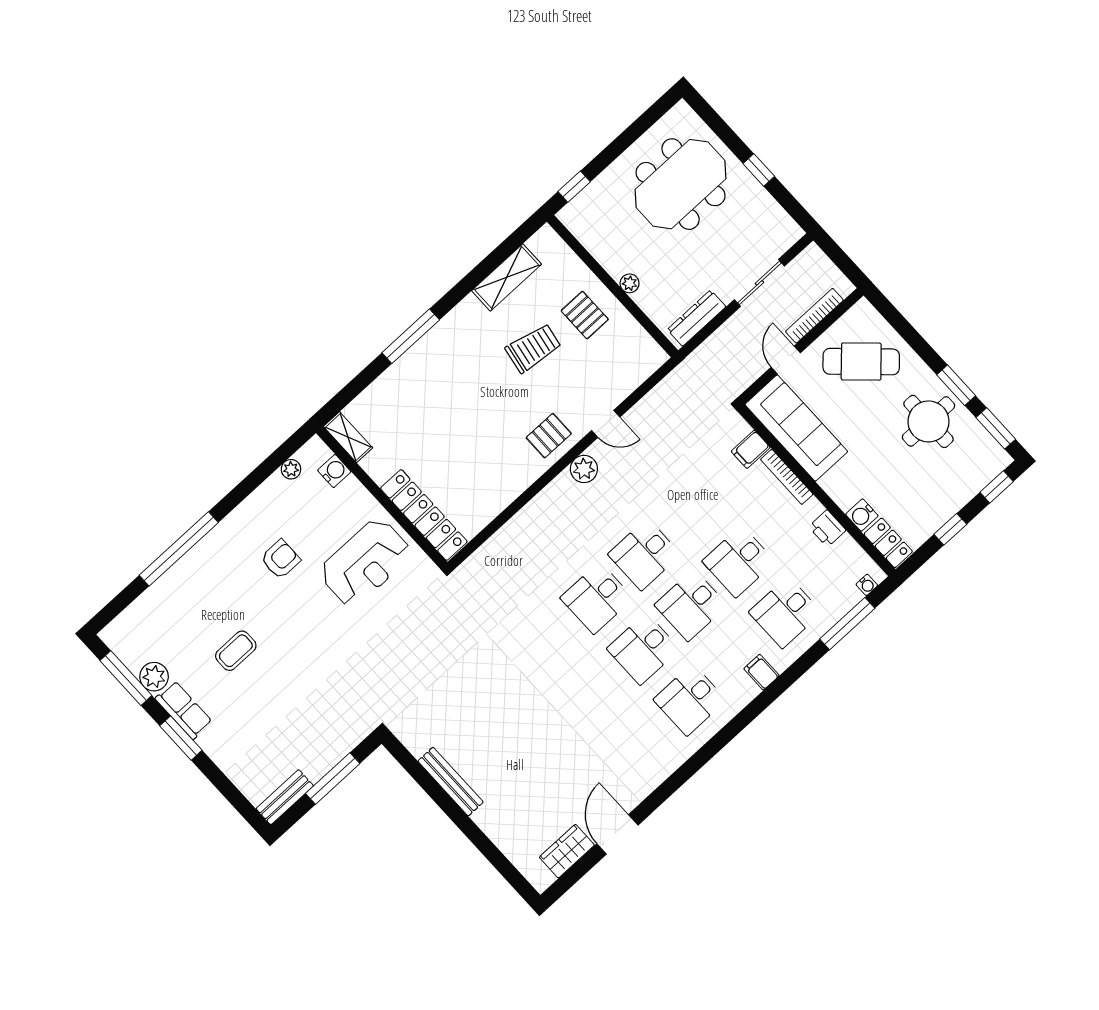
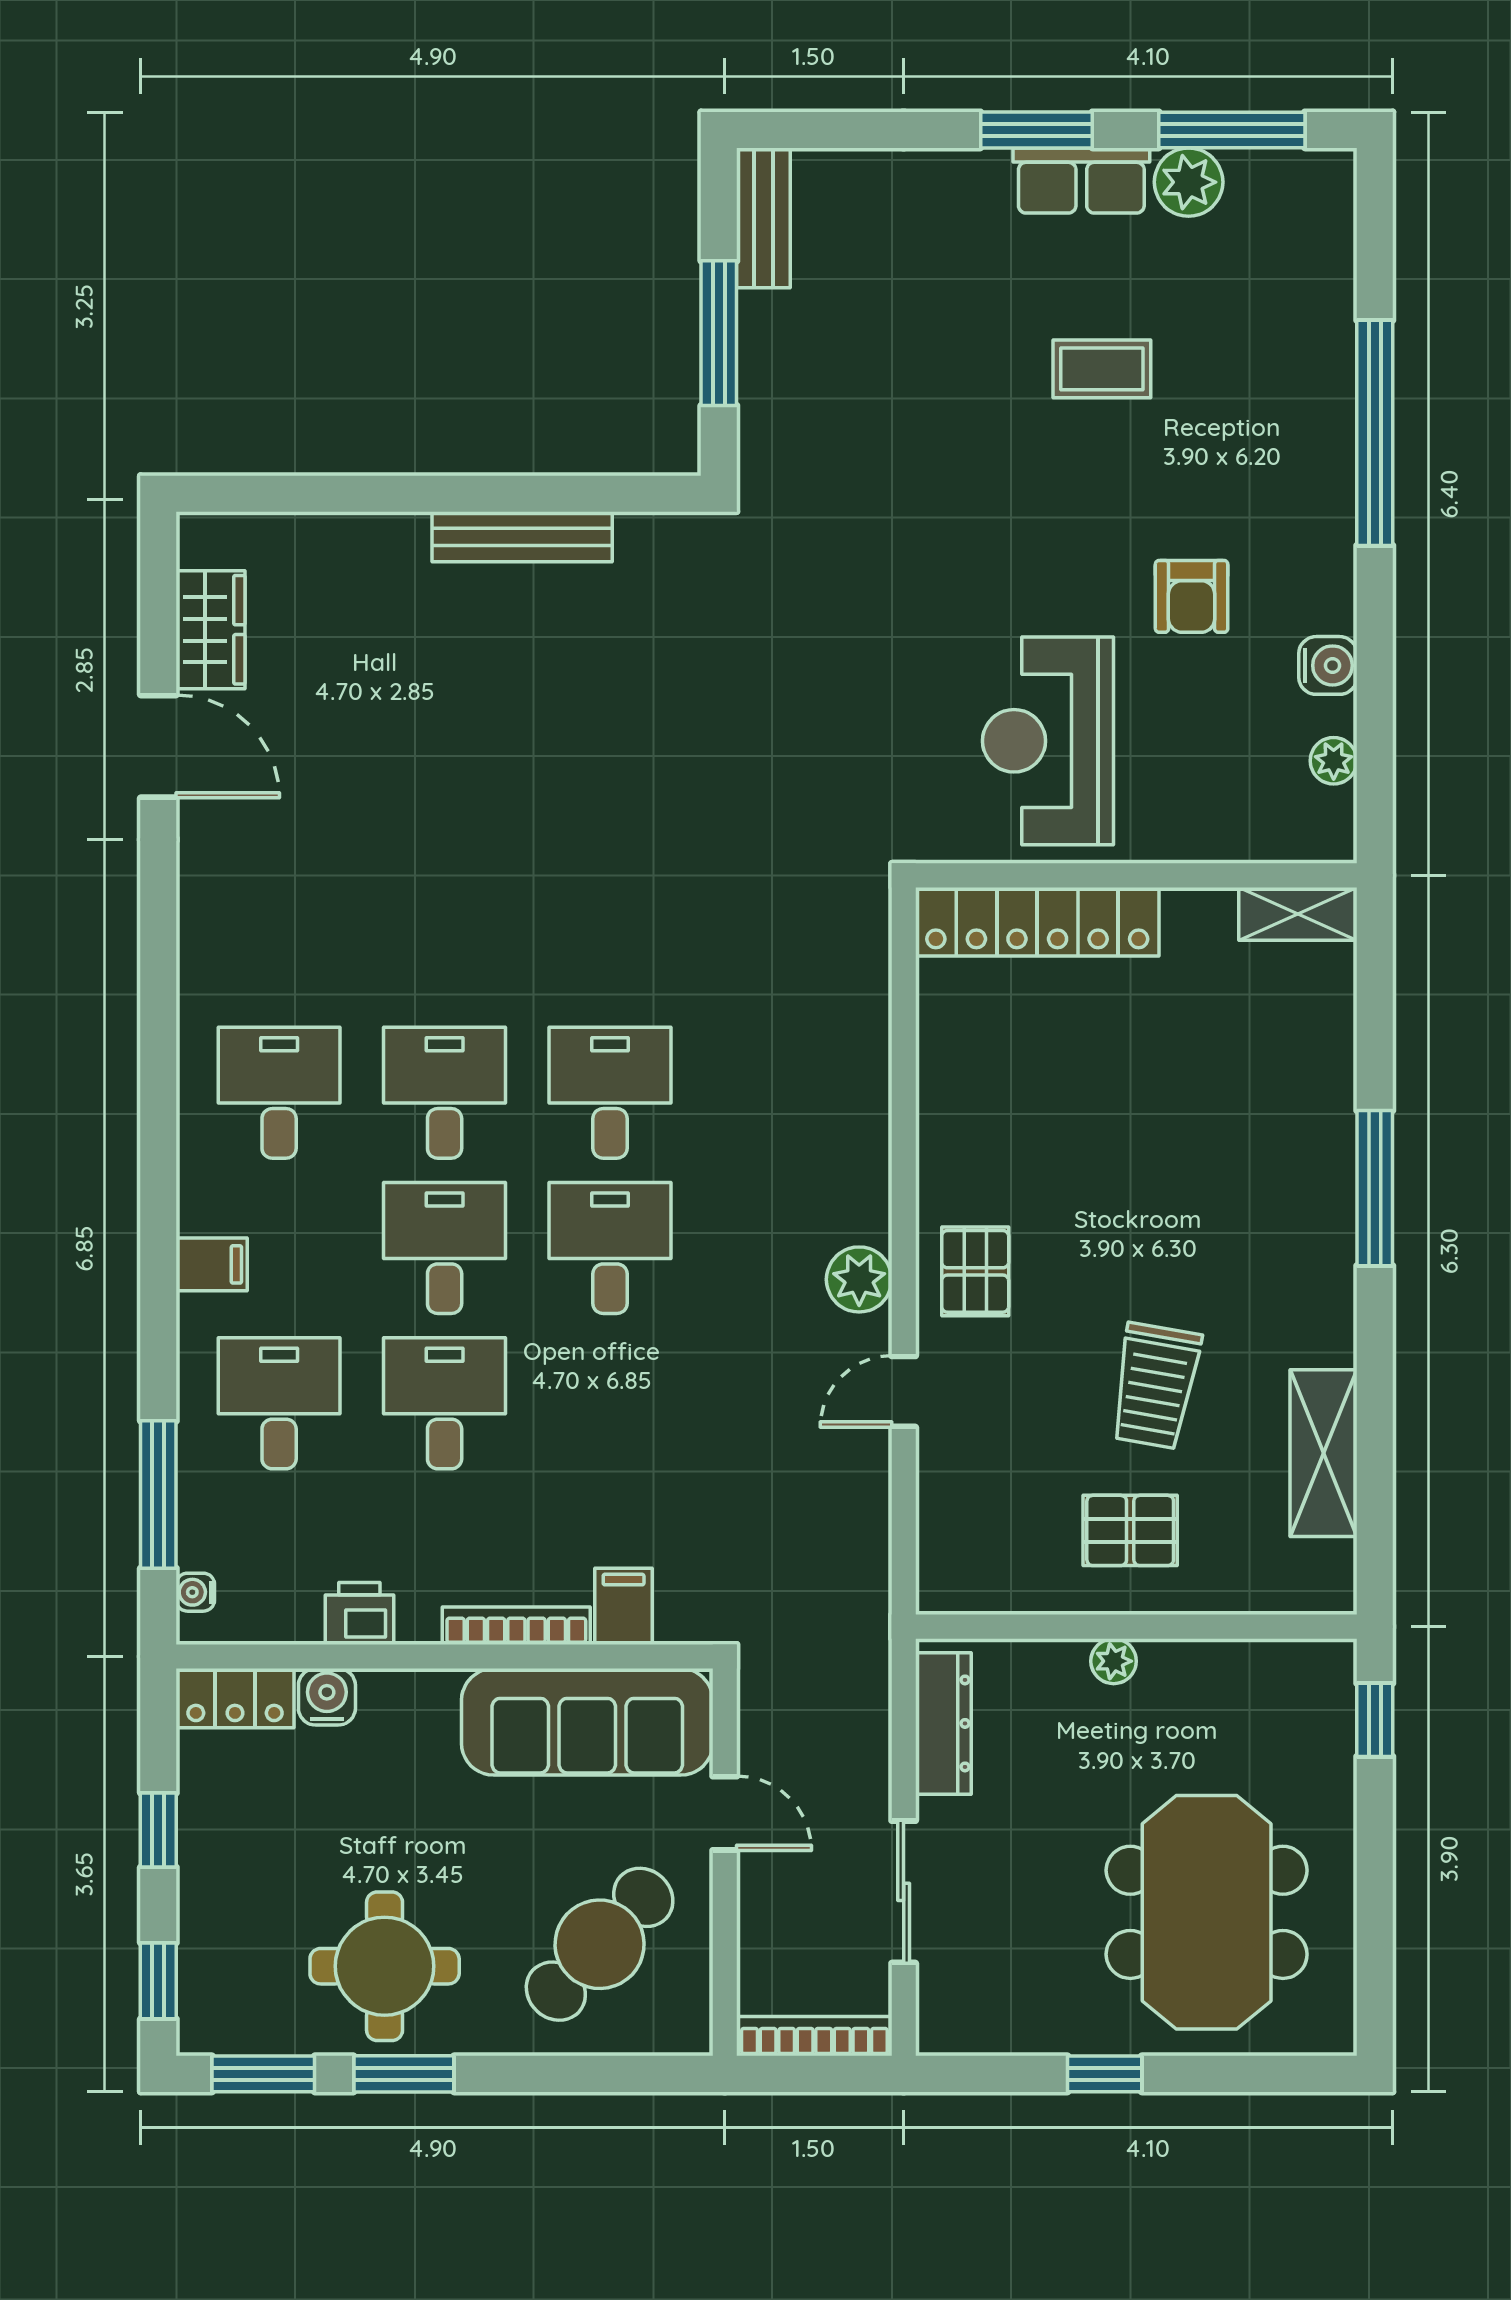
bookcase: (814, 316) -> (814, 2036), moved, turned -90
water cooler: (334, 471) -> (1328, 665), moved, turned -90
coffee table: (236, 651) -> (1102, 369), turned 90

